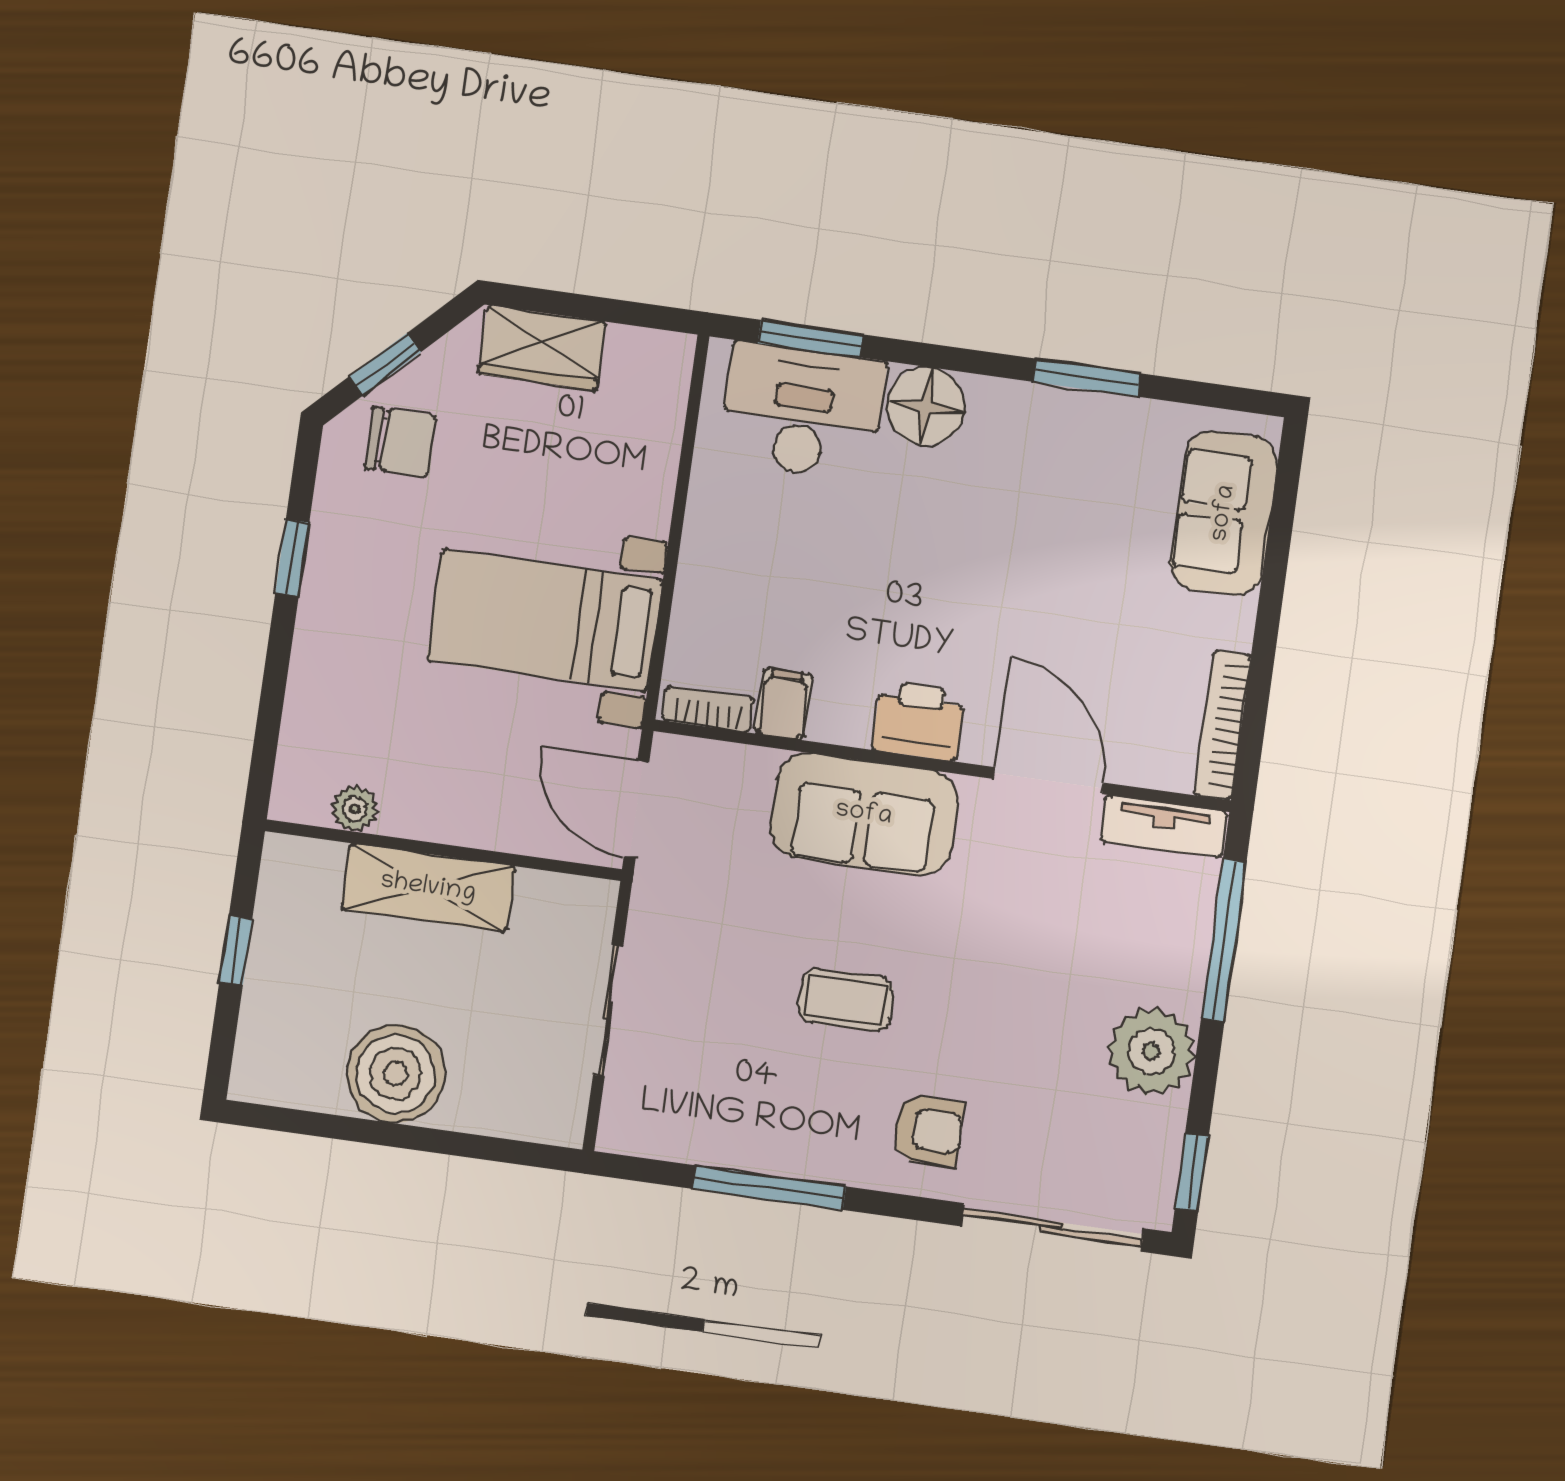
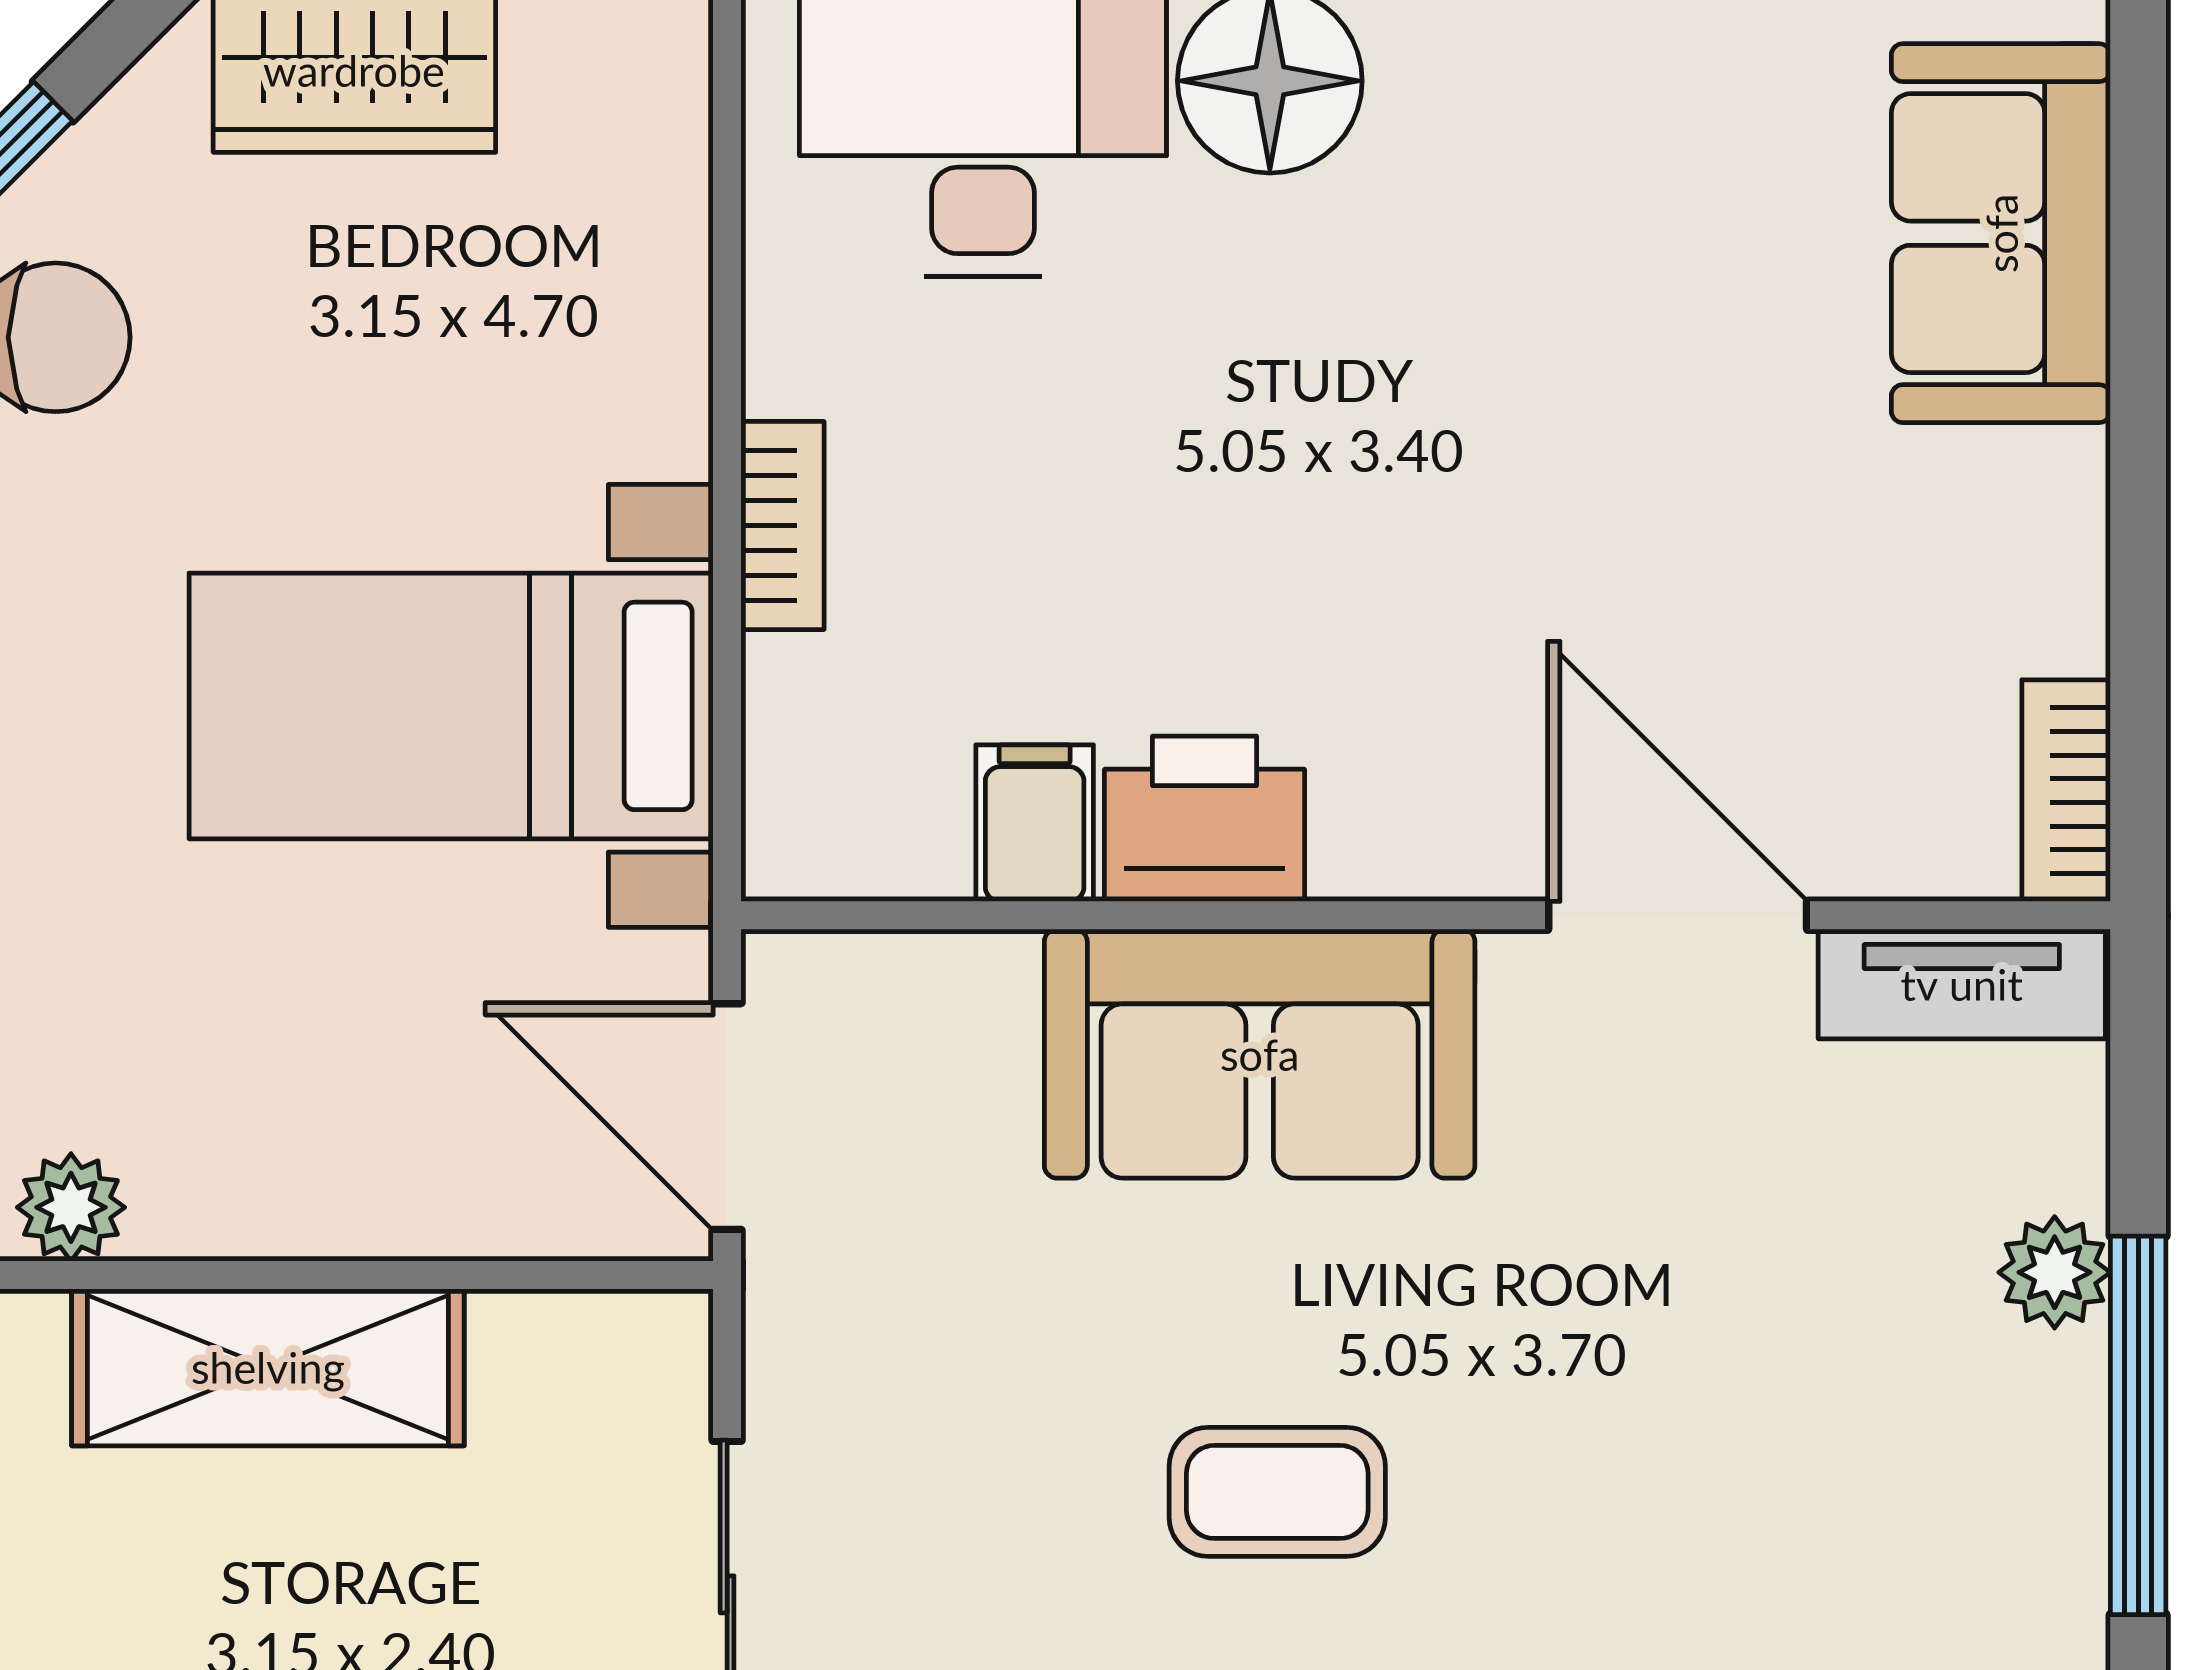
bookcase: (708, 709) -> (782, 526), moved, turned 90
printer: (918, 721) -> (1205, 819), moved
bookcase: (1223, 725) -> (2066, 791), width x0.64
window: (1224, 940) -> (2138, 1425), moved
plant: (1152, 1052) -> (2055, 1272), moved, width x0.53, depth x0.53

